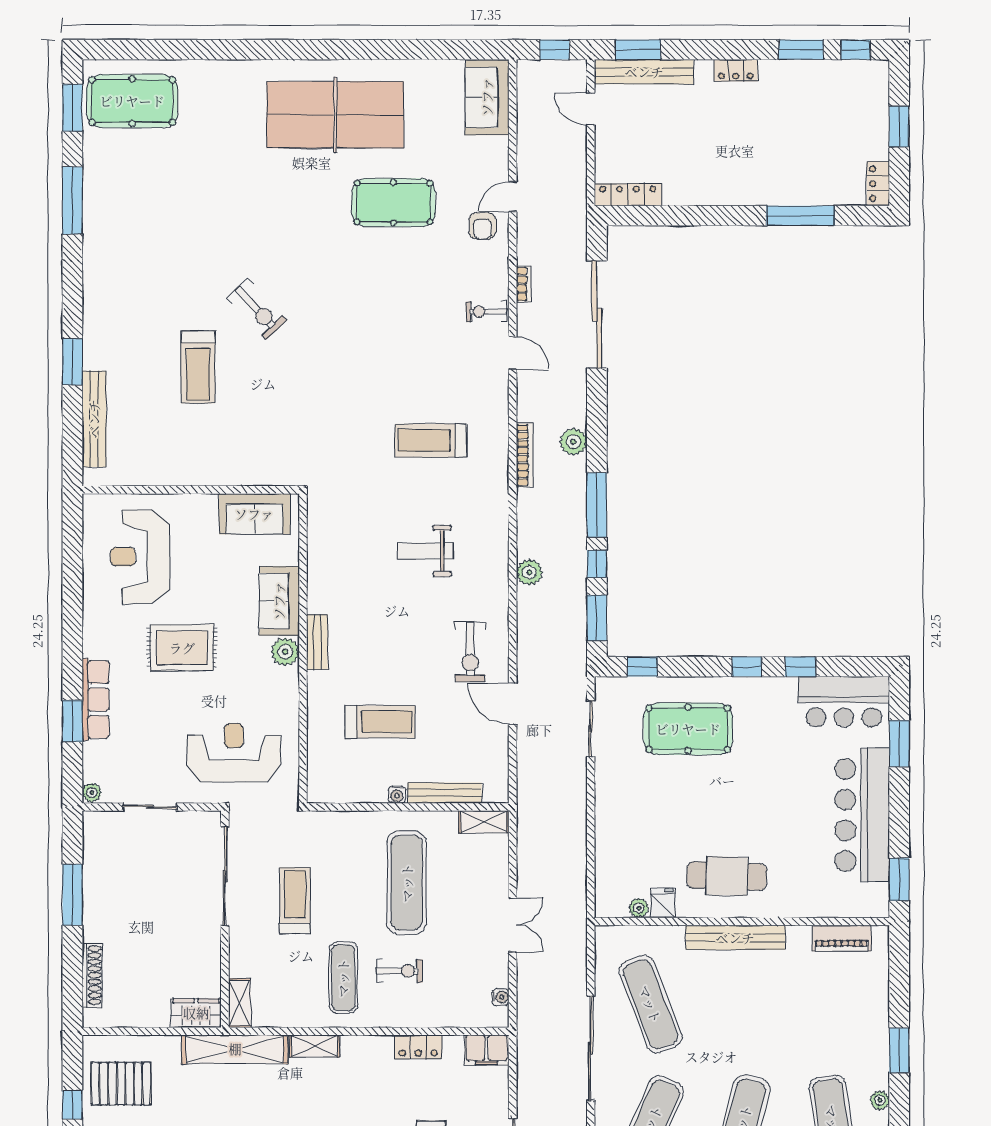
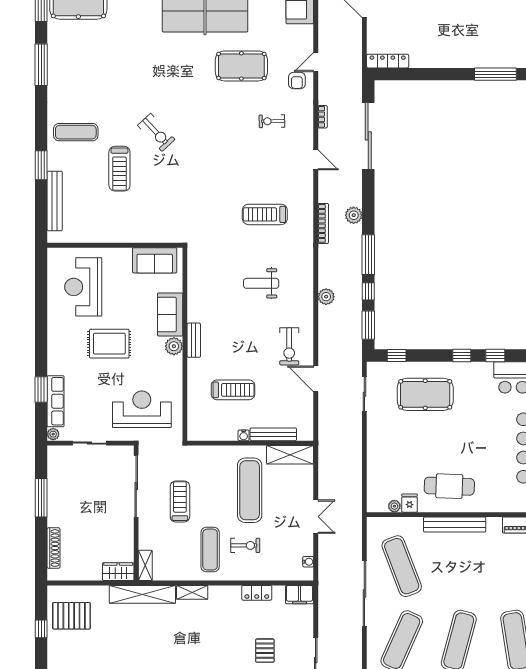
exercise mat: (128, 309) -> (76, 132), added
exercise bike: (486, 312) -> (272, 121), moved
row of seats: (96, 699) -> (56, 401), moved
shelving: (484, 822) -> (290, 455), width x1.50, depth x1.33

